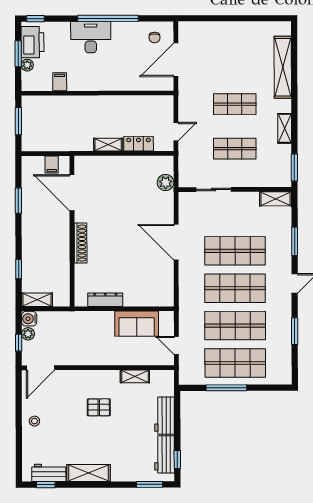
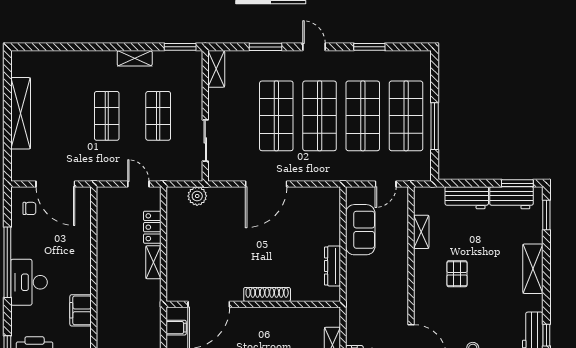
shelving: (283, 67) -> (21, 113), moved, turned 90
filing cabinet: (60, 82) -> (81, 310), width x2.00
window: (177, 460) -> (517, 183), width x1.50
shelving: (88, 473) -> (533, 269), moved

